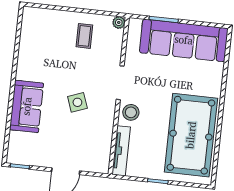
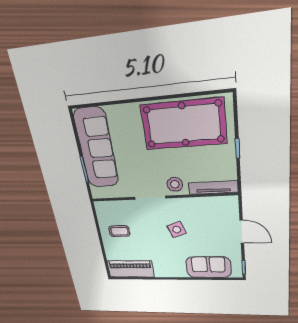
plant: (119, 22) -> (99, 206), removed
piano: (32, 35) -> (131, 269), added
sofa: (27, 106) -> (208, 267), moved

